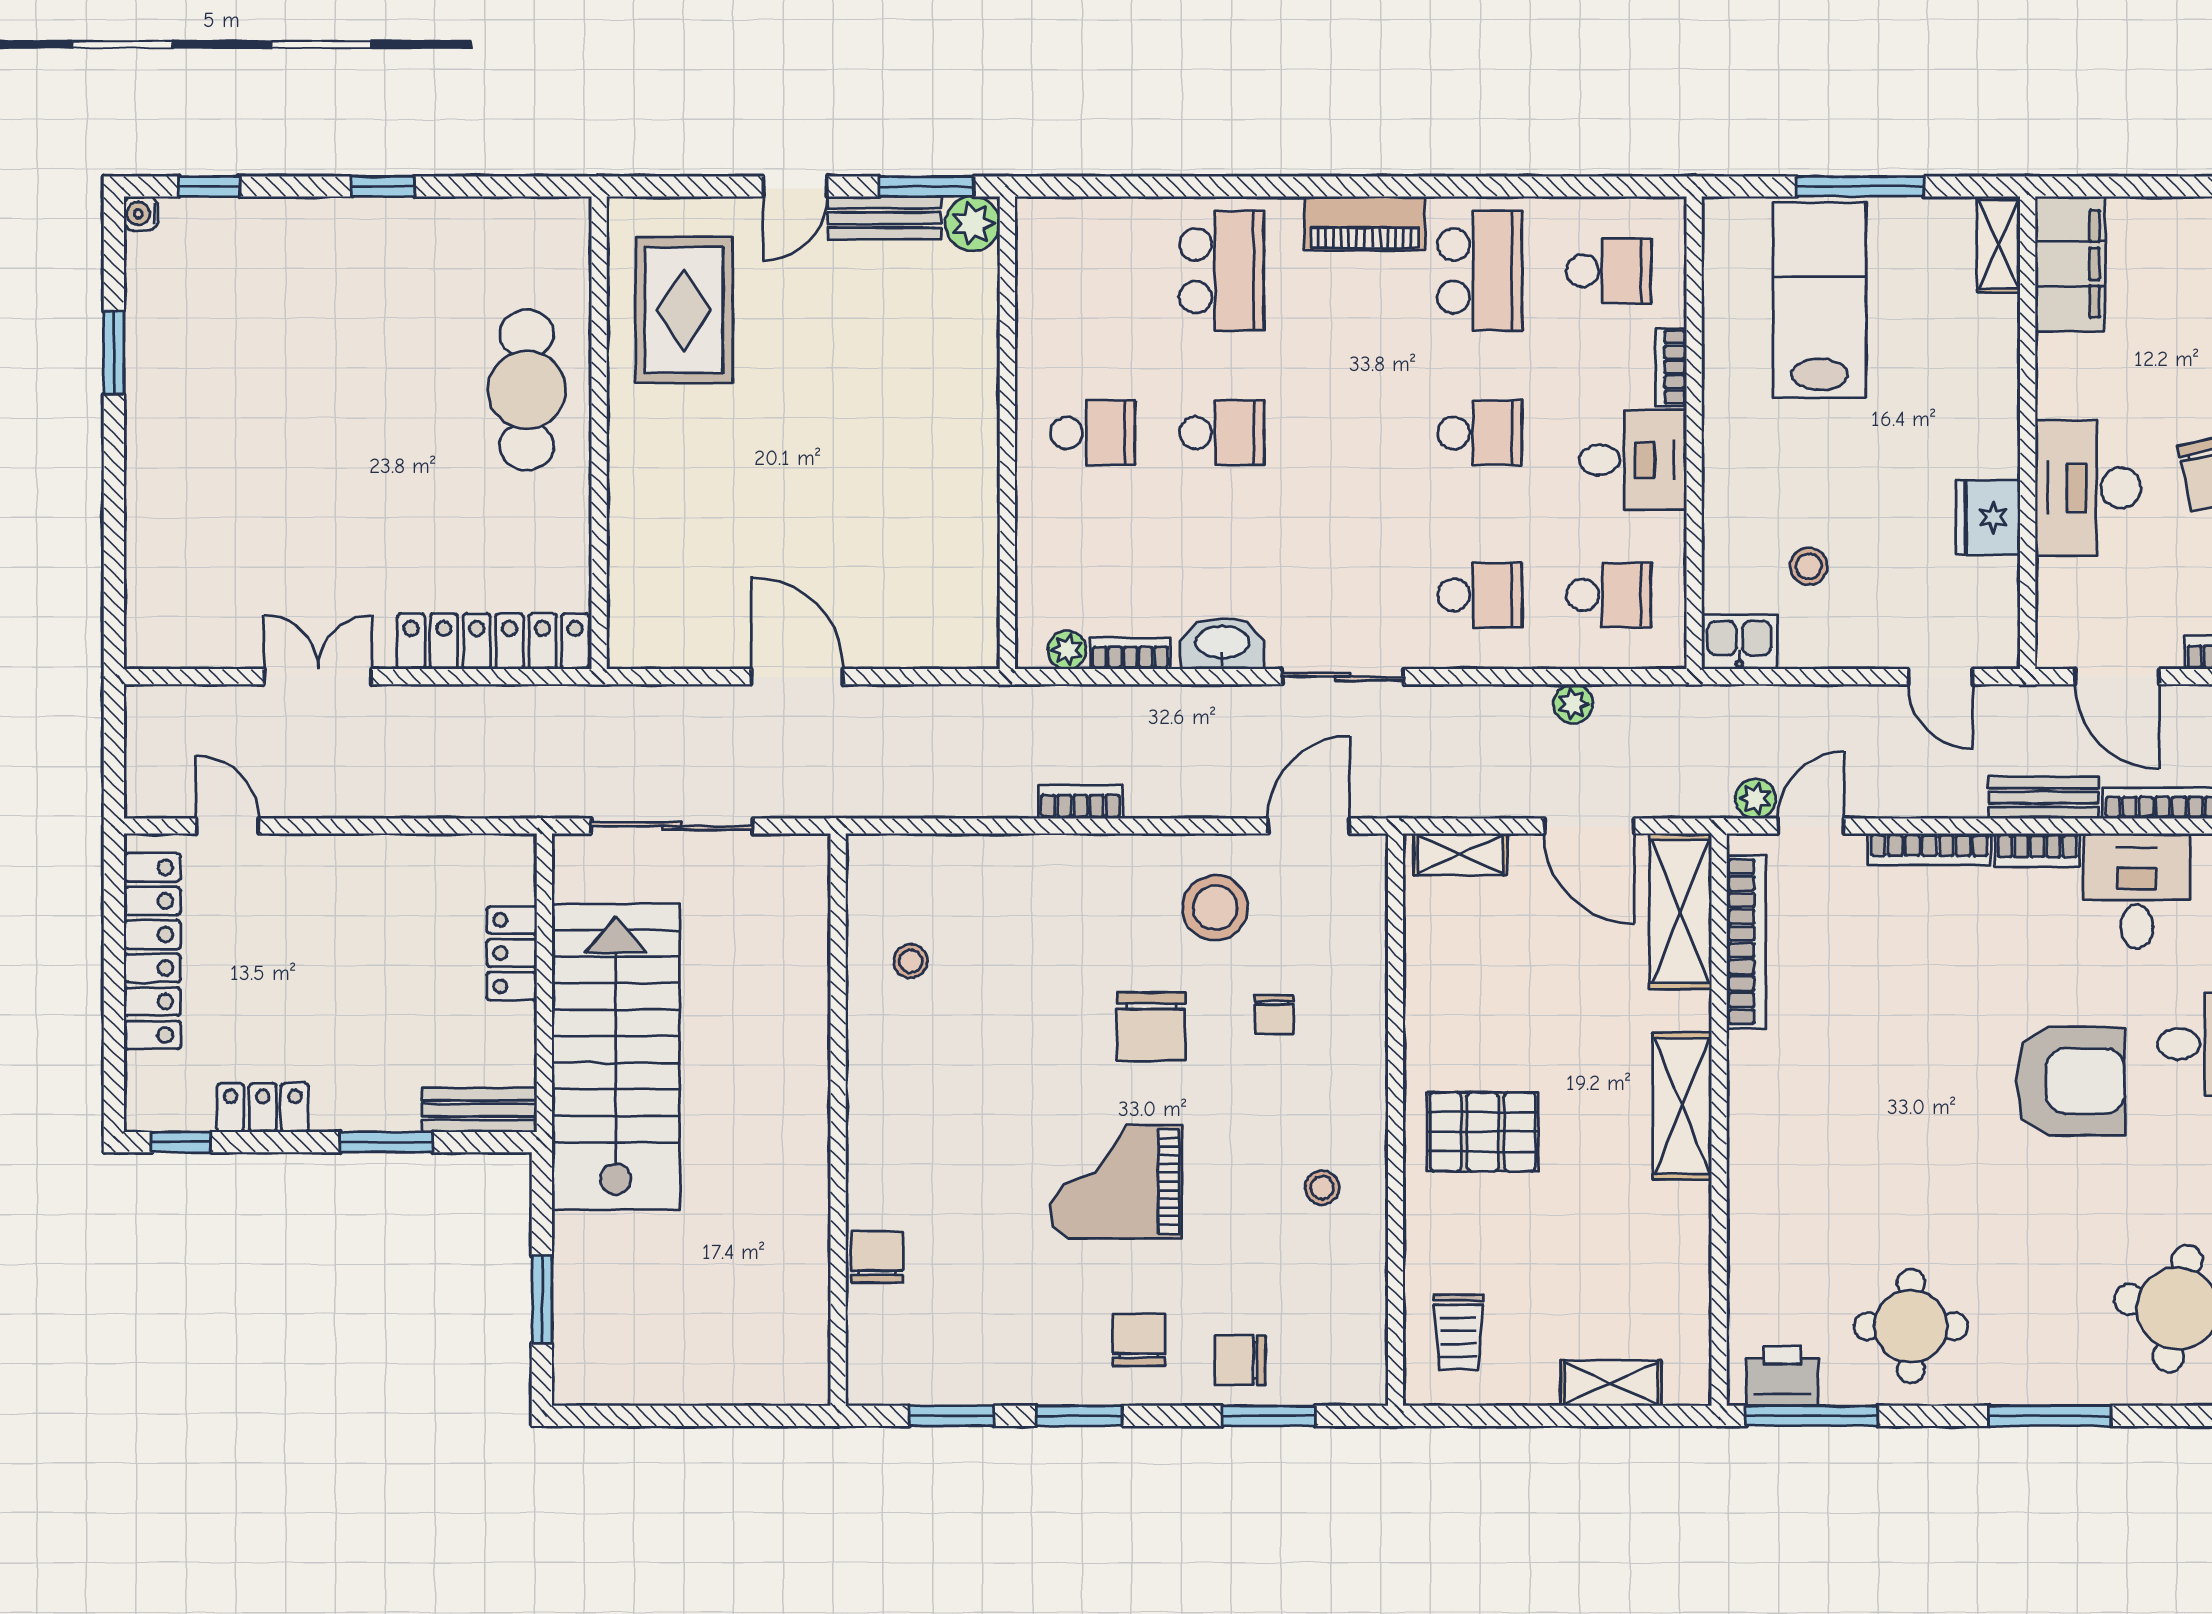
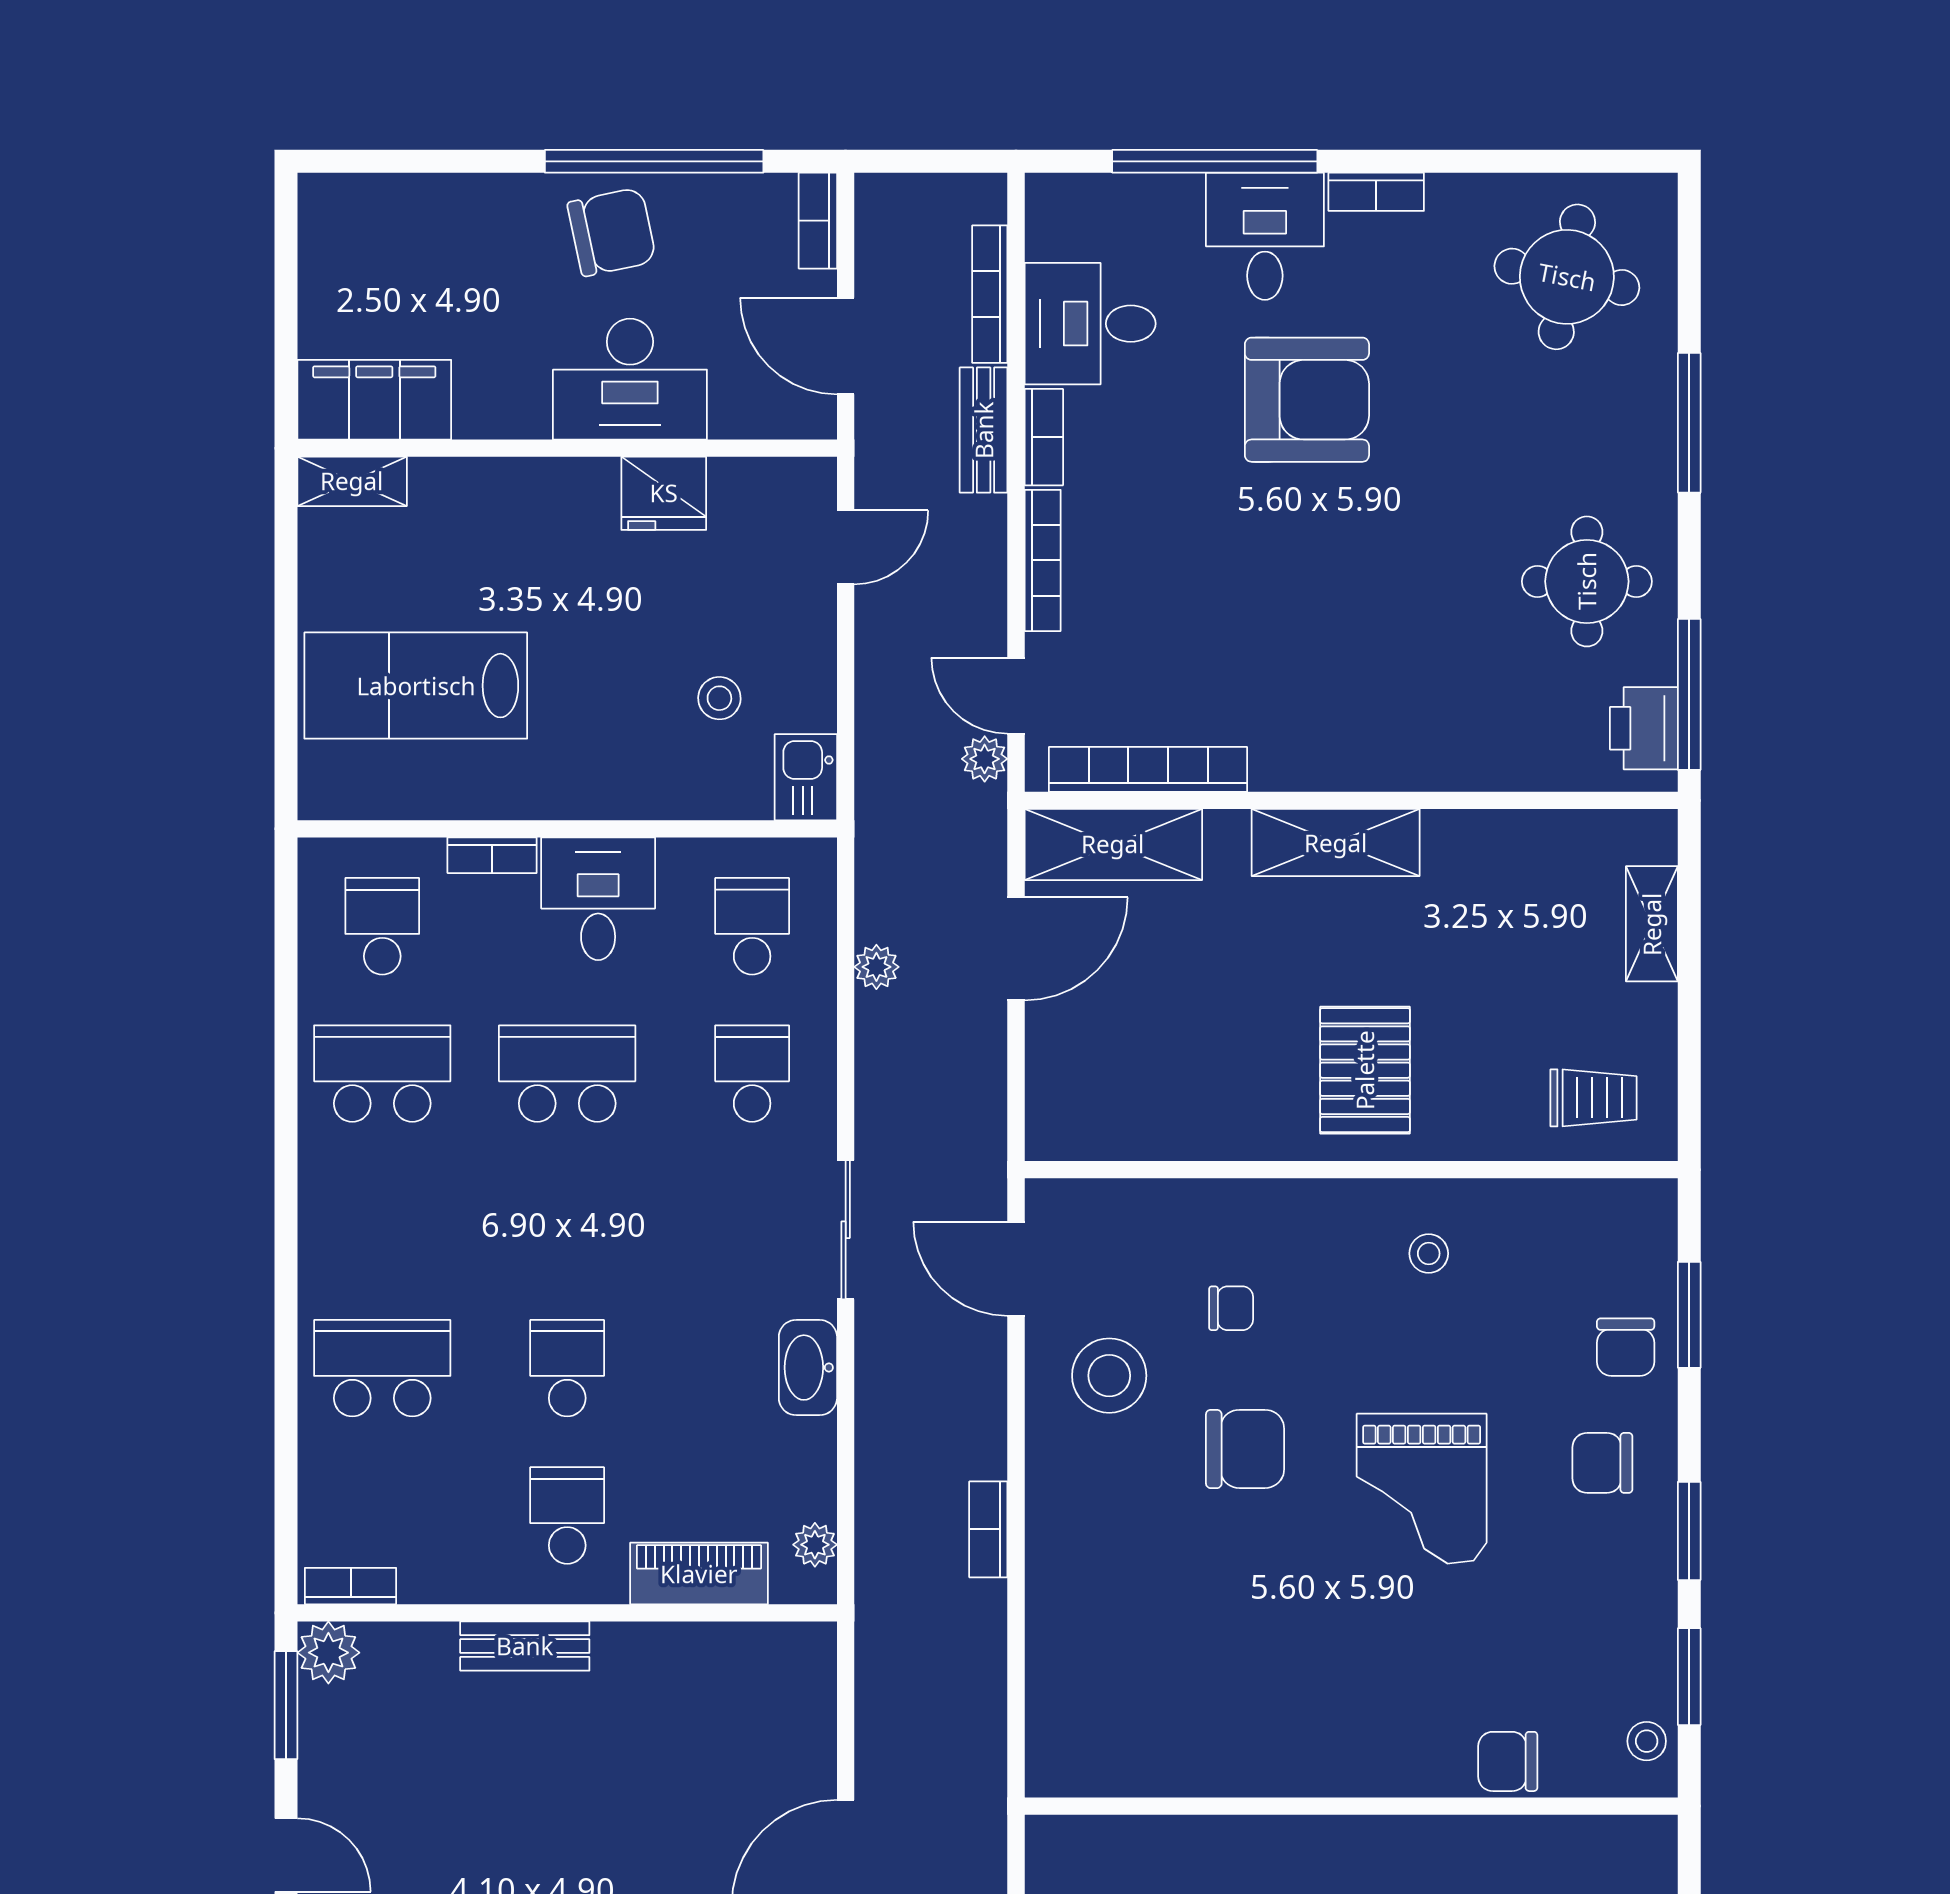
window: (1860, 186) -> (286, 639), removed
bench: (885, 218) -> (525, 1646), moved, turned 90
piano: (1365, 223) -> (699, 1574), moved, turned -90
school desk: (1480, 433) -> (567, 1074), width x1.85
bookcase: (1130, 653) -> (351, 1586), moved, turned 90
door: (2117, 677) -> (846, 346), swing flipped
shelving: (1460, 854) -> (1048, 1096), removed
stool: (911, 961) -> (1647, 1741), moved
armchair: (2070, 1081) -> (1307, 400), turned 90

